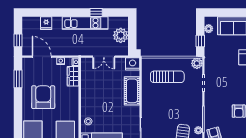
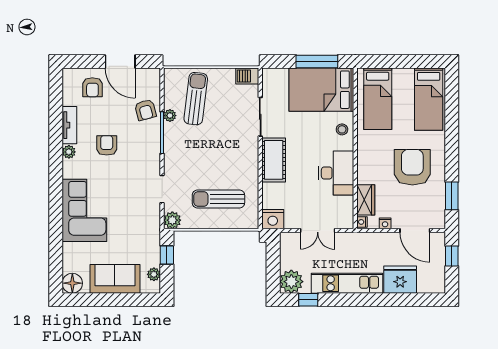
window: (96, 12) -> (308, 300), moved
fridge: (46, 23) -> (400, 280), width x1.88, depth x1.34
plant: (121, 35) -> (291, 282), moved
double door: (104, 57) -> (318, 231), swing flipped
cot: (132, 91) -> (274, 160), moved
desk: (92, 93) -> (336, 173), added
armchair: (43, 97) -> (412, 167), turned 180

